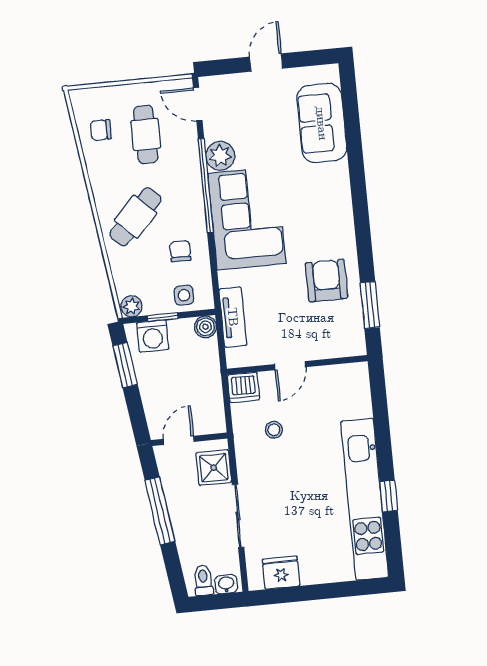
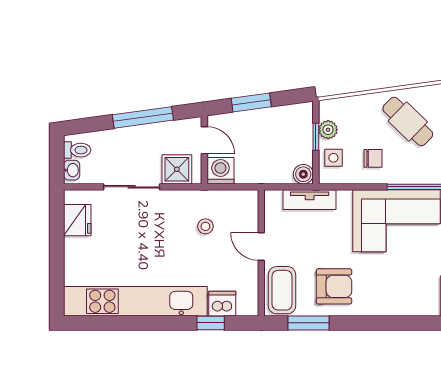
plant: (132, 306) -> (328, 130), moved
washing machine: (153, 336) -> (220, 171), moved, turned 90
coffee table: (336, 338) -> (282, 290), added
window: (125, 365) -> (251, 103), moved
dishwasher: (244, 387) -> (222, 304), moved, turned 90
window: (389, 496) -> (211, 323), moved

